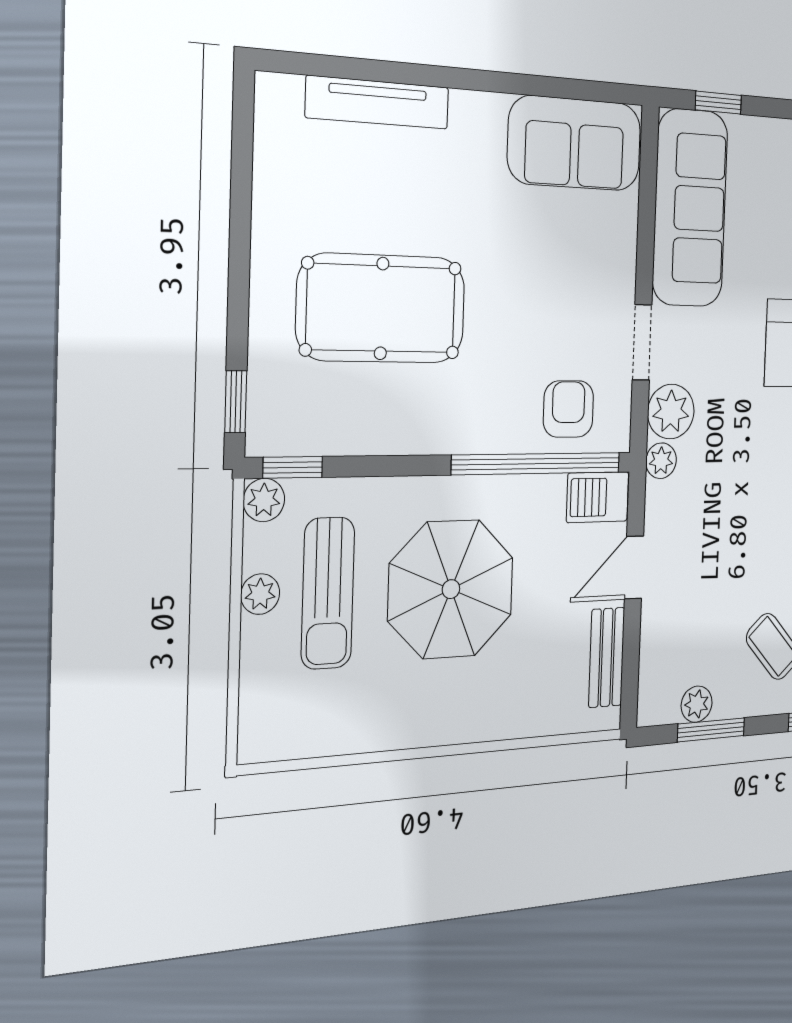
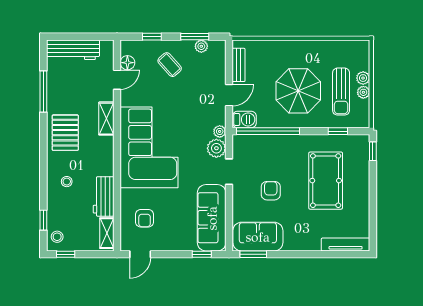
window: (589, 90) -> (253, 254), added
tv unit: (378, 102) -> (346, 244), moved
pool table: (382, 308) -> (326, 181), turned 90
armchair: (568, 409) -> (271, 191), moved, turned 180
window: (293, 467) -> (338, 131), moved
plant: (264, 500) -> (363, 78), moved
sun lounger: (328, 593) -> (341, 92), turned 180

